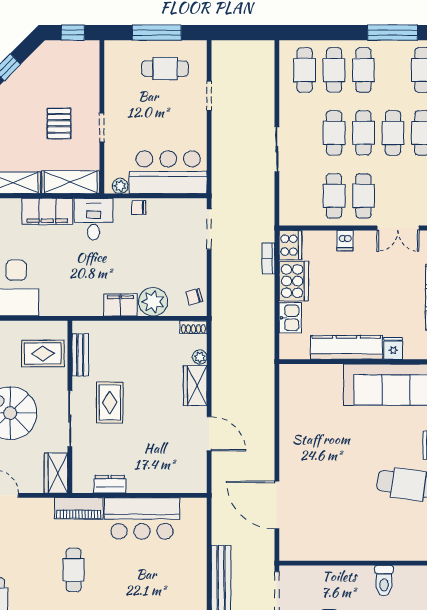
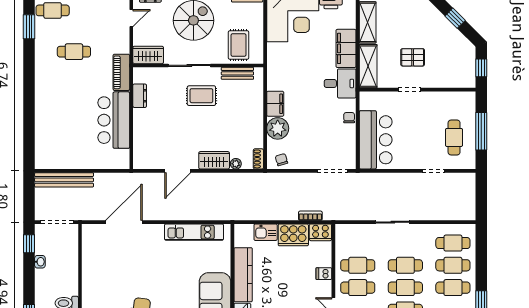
plant: (120, 186) -> (365, 104), removed
kitchen unit: (290, 412) -> (194, 232), added
cafe table: (74, 570) -> (74, 52), moved

